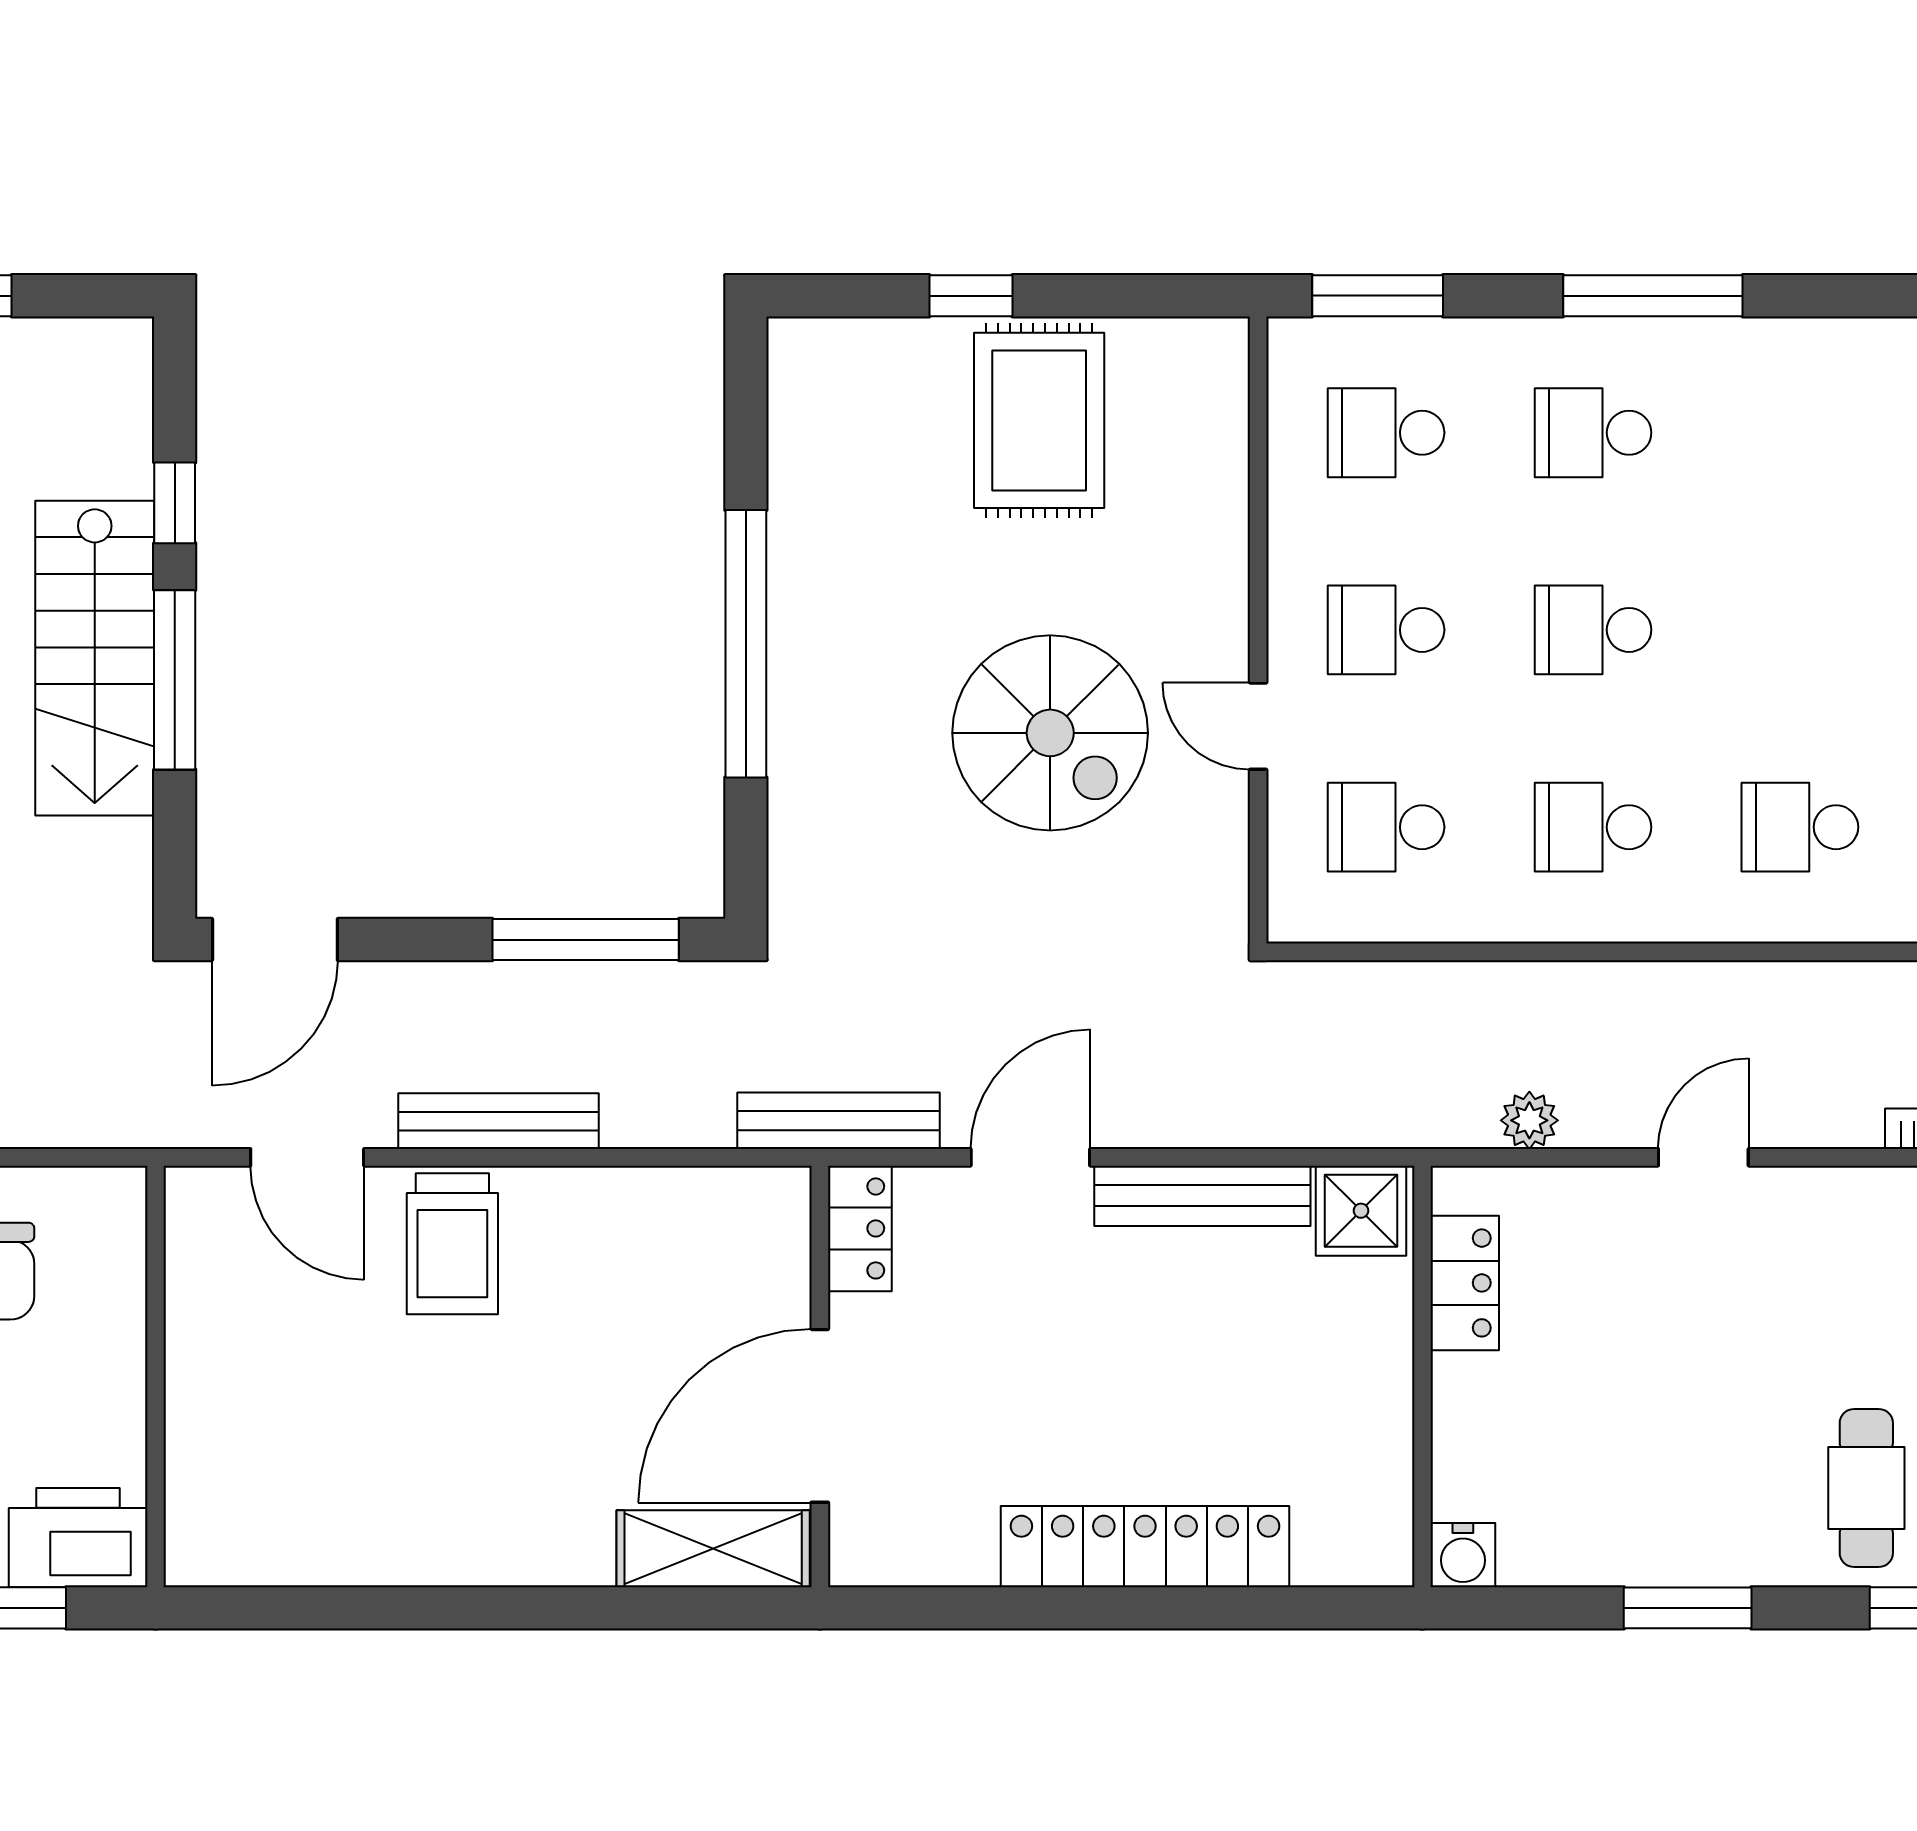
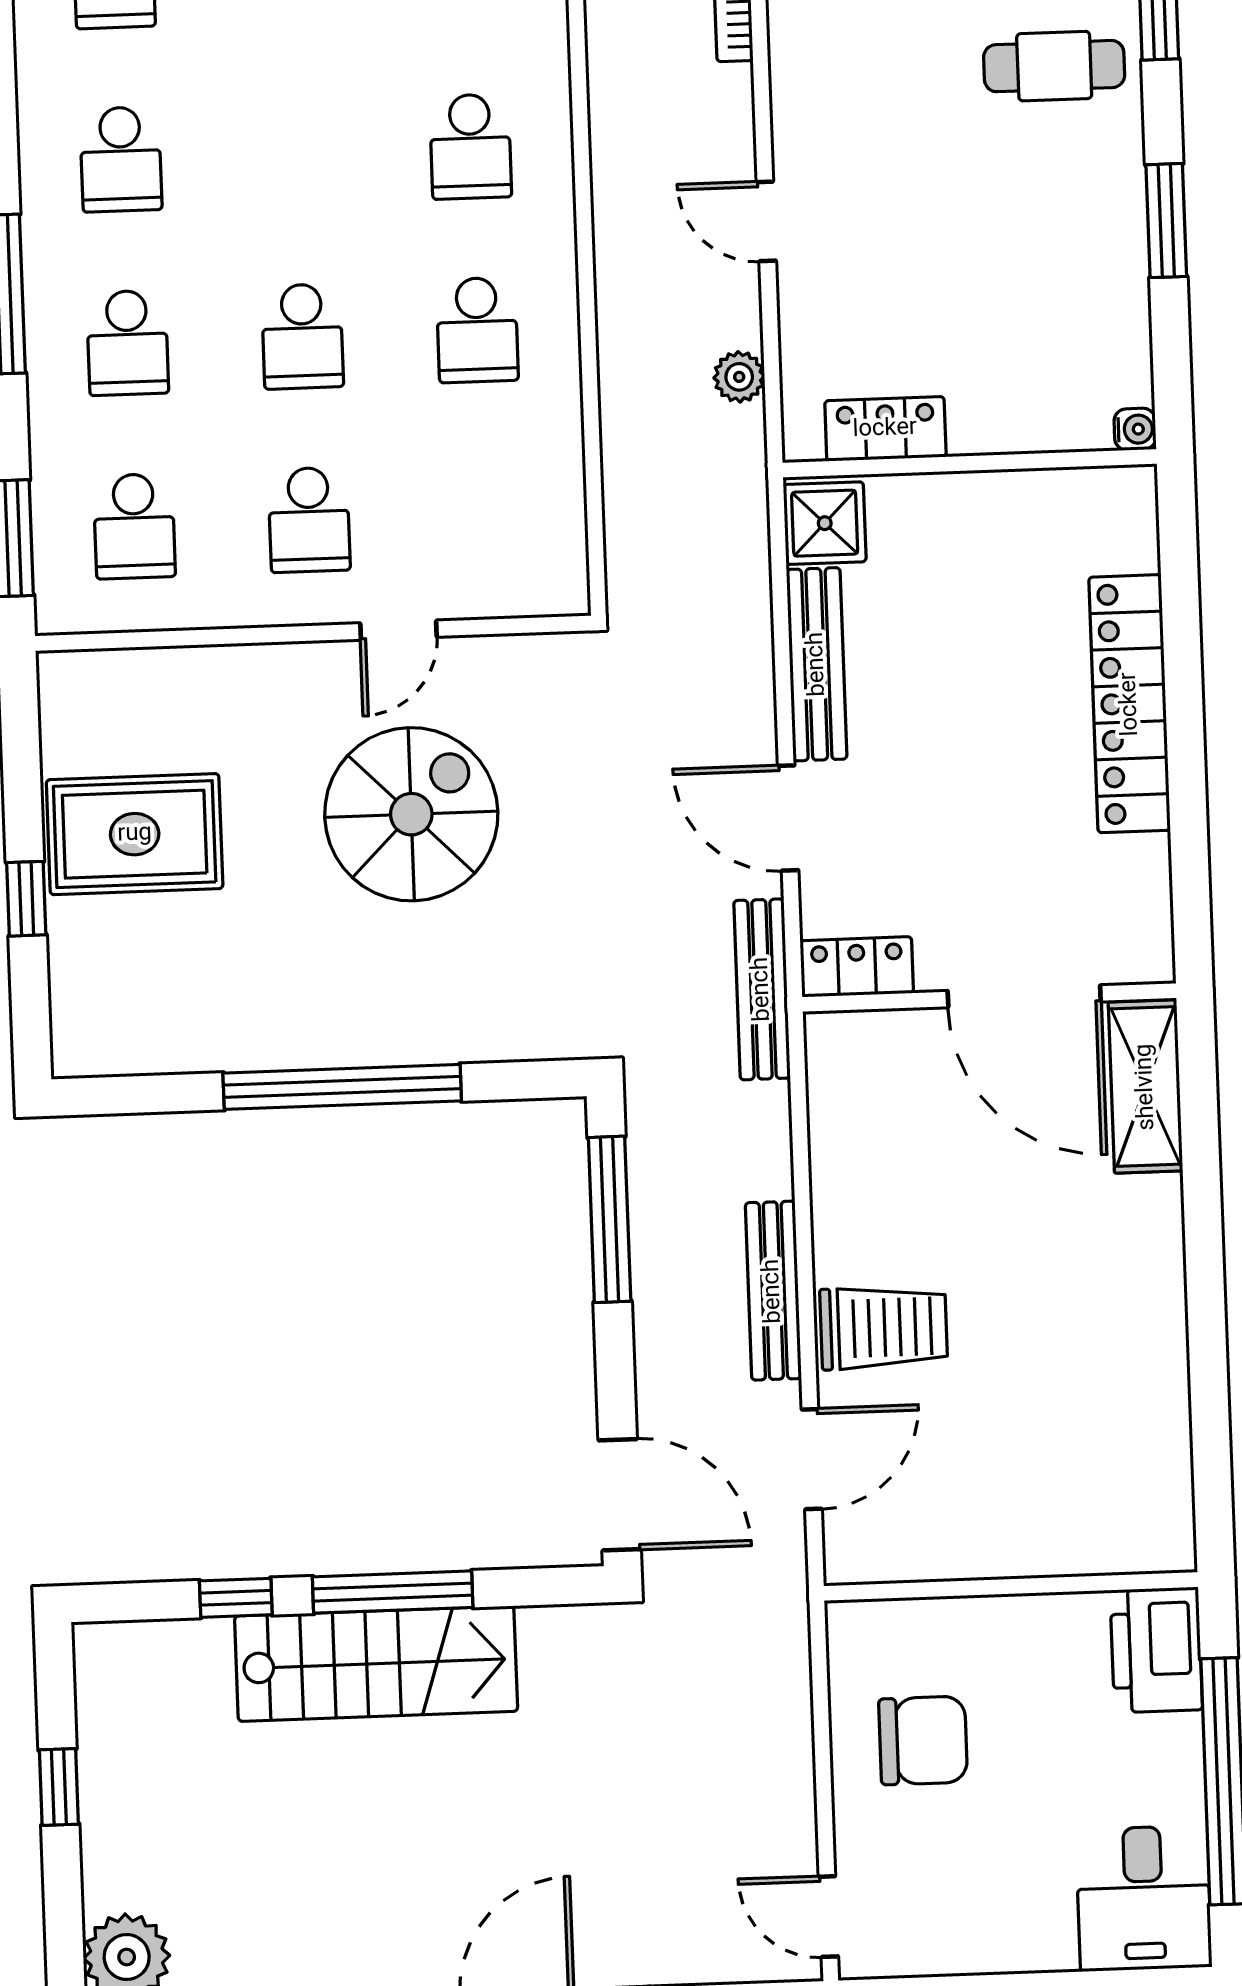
school desk: (1386, 827) -> (121, 159), moved
water cooler: (1463, 1555) -> (1135, 429), width x0.72, depth x0.72

